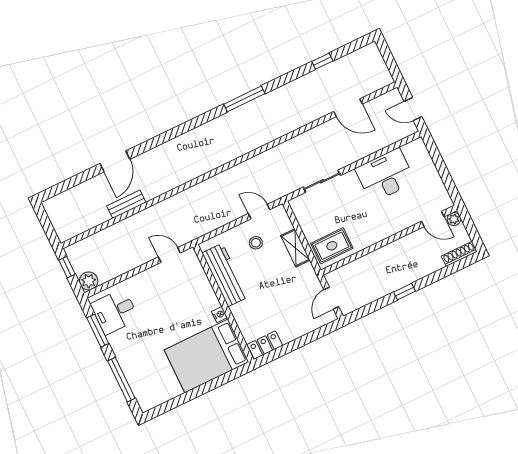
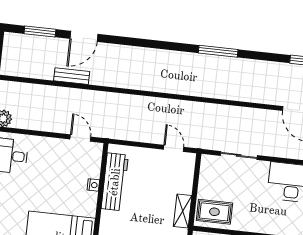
window: (73, 182) -> (40, 31), added
stool: (256, 243) -> (155, 171), removed
shelving: (295, 248) -> (183, 211), moved
nightstand: (219, 315) -> (93, 185), moved

